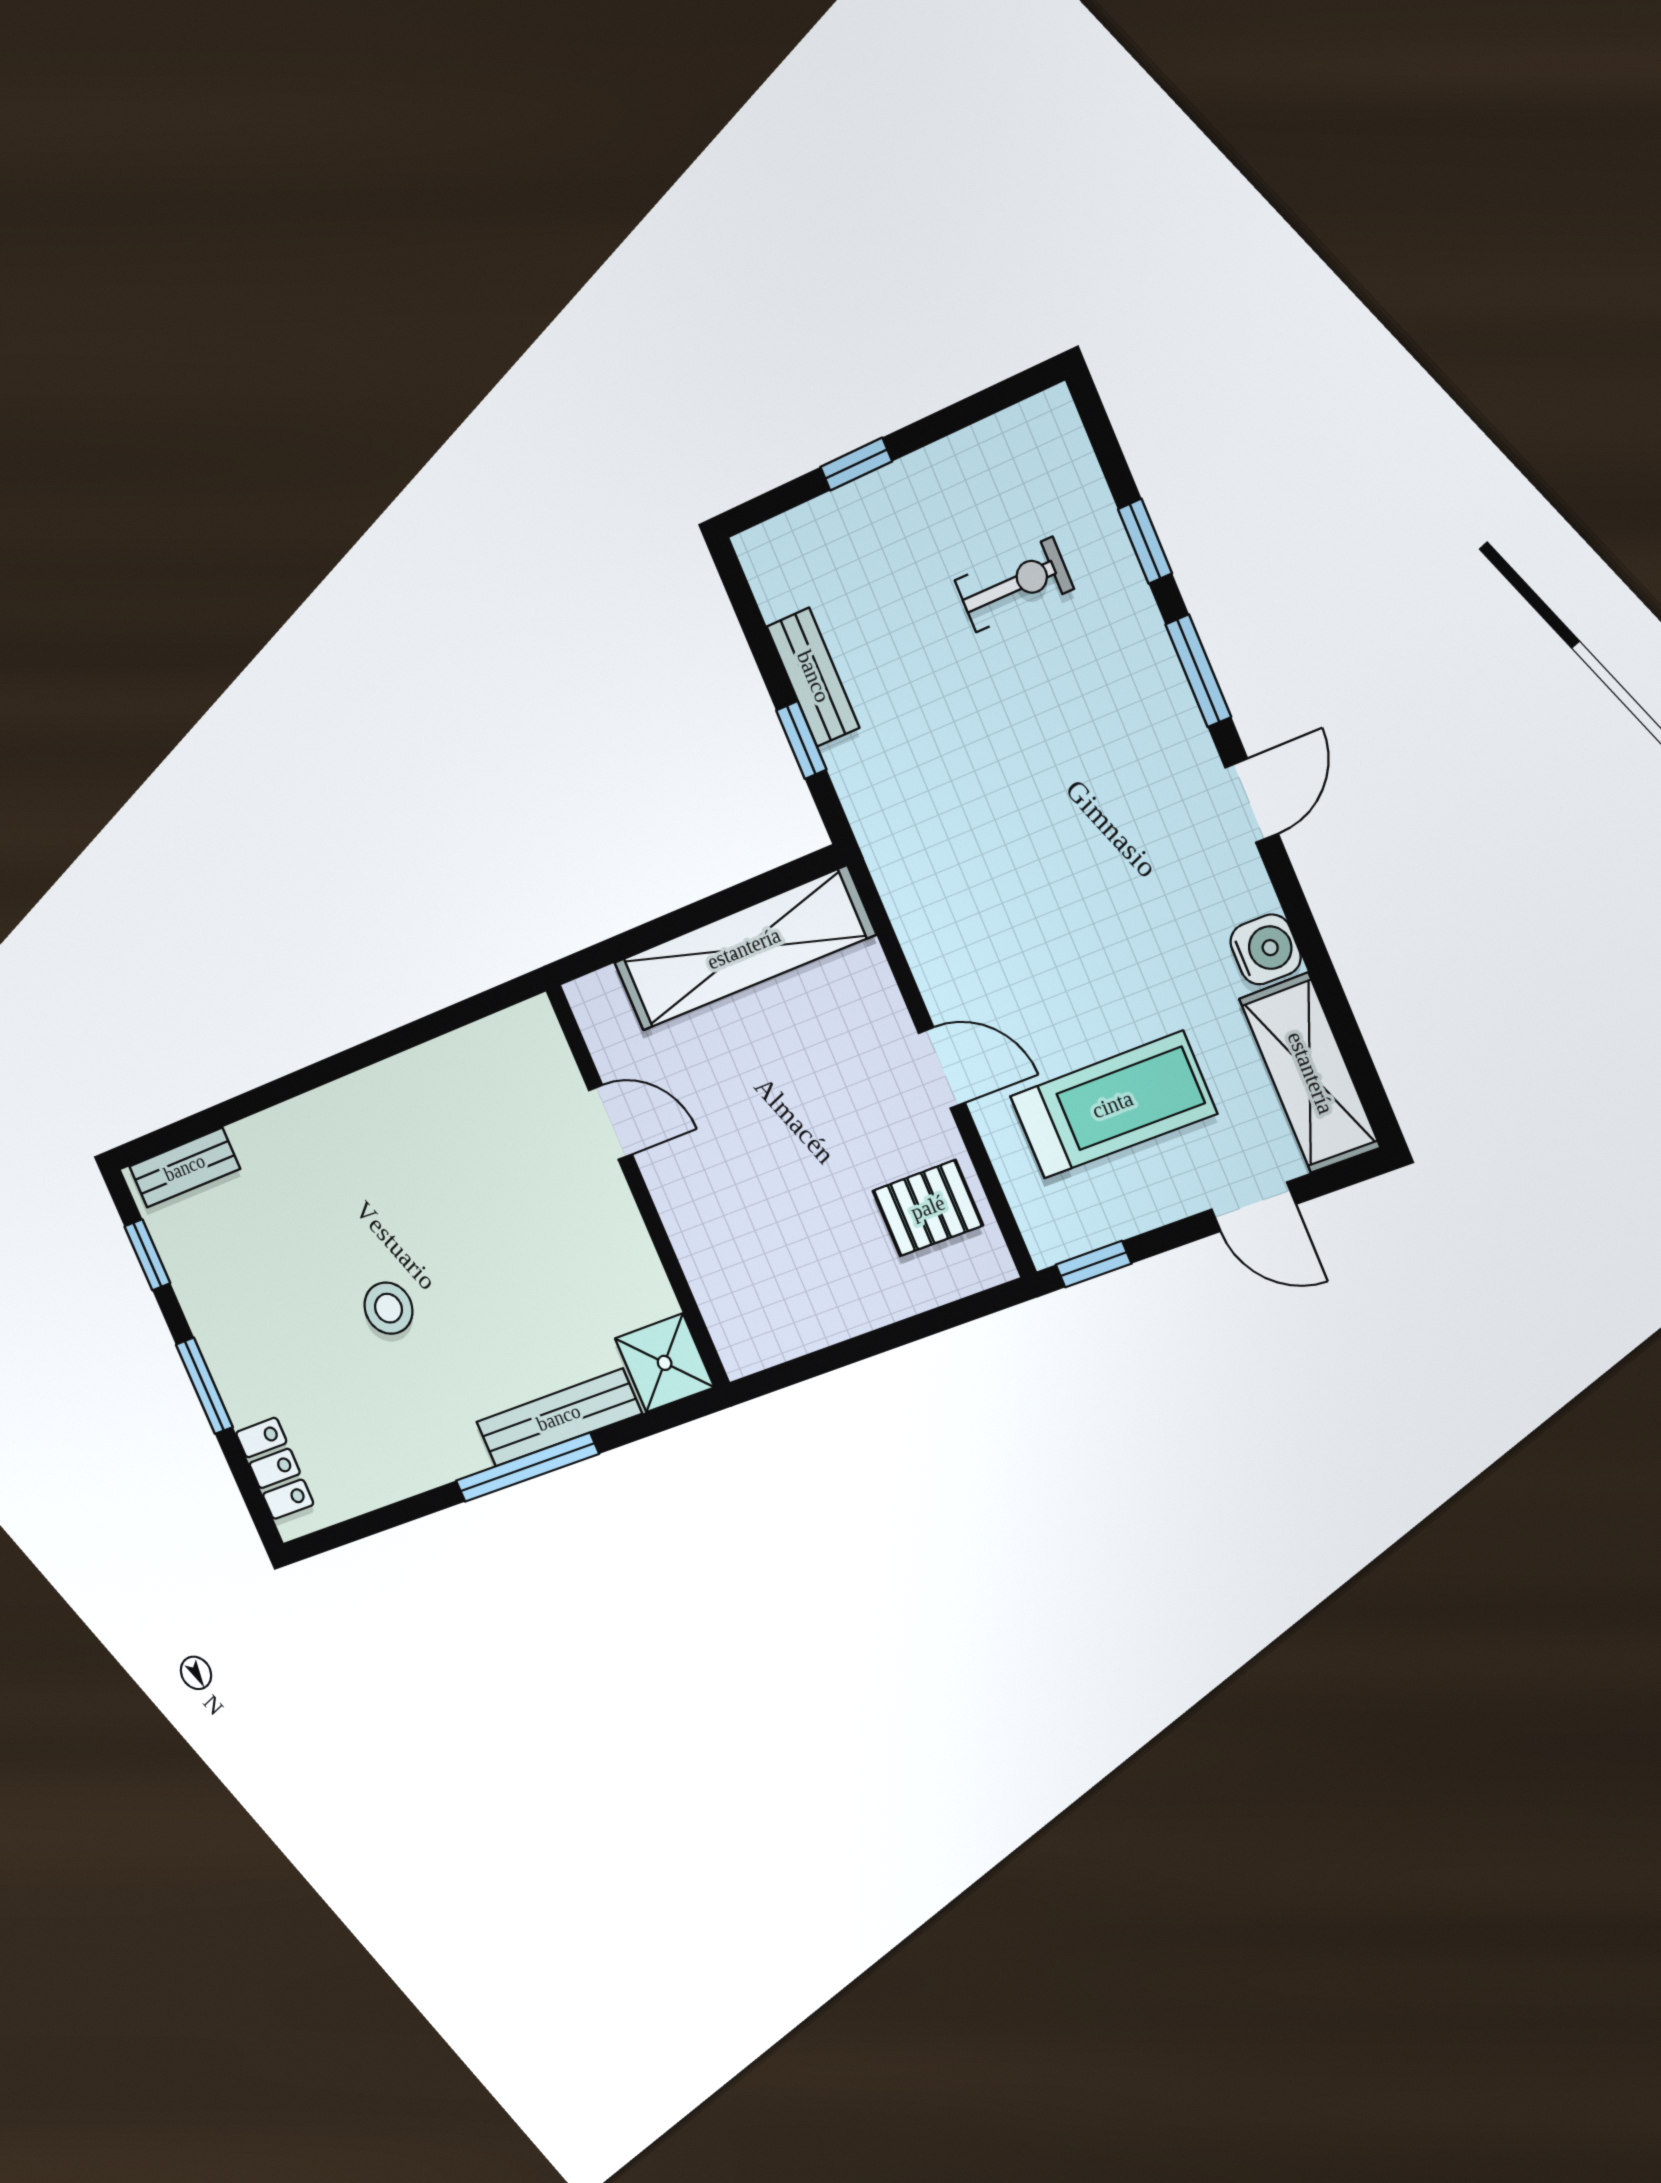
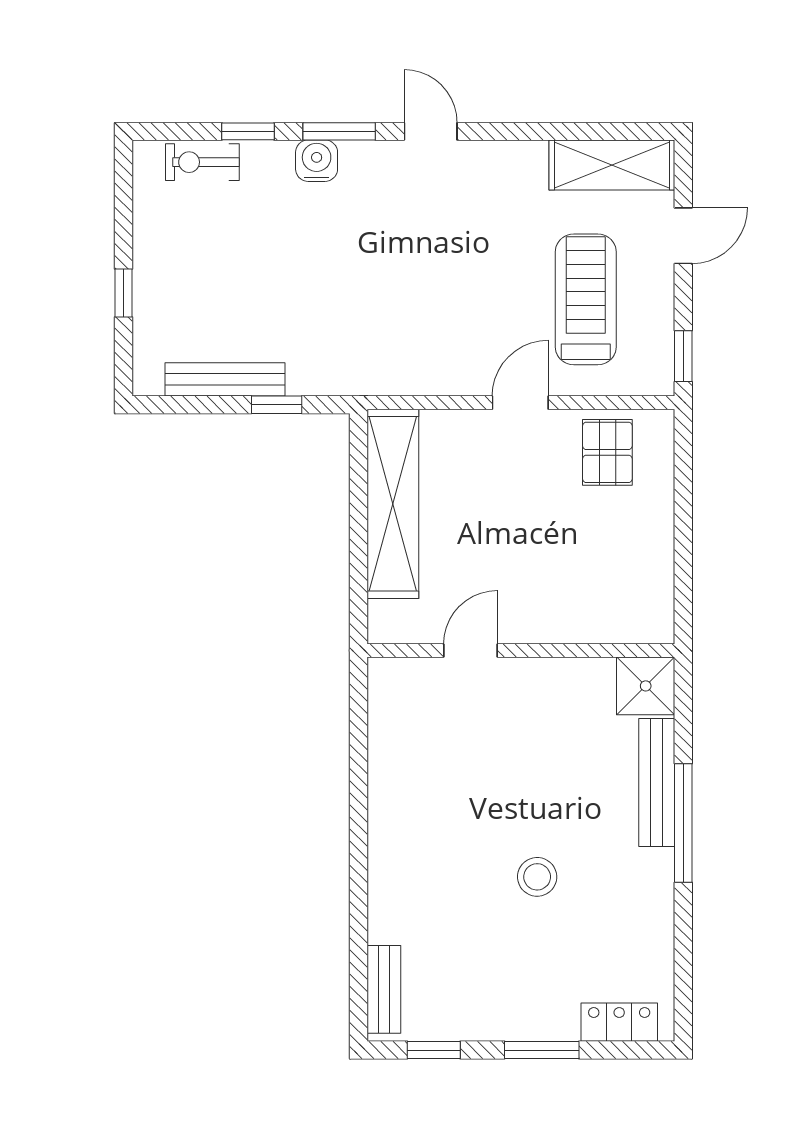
exercise bike: (1014, 585) -> (202, 162), moved, turned -90
bench: (813, 677) -> (225, 379), width x1.36
water cooler: (1266, 949) -> (317, 161), moved

